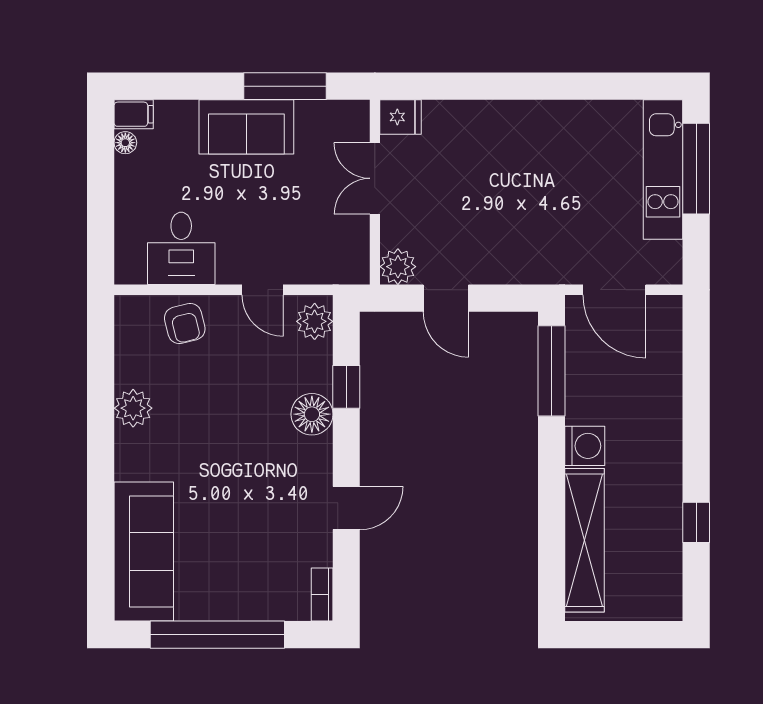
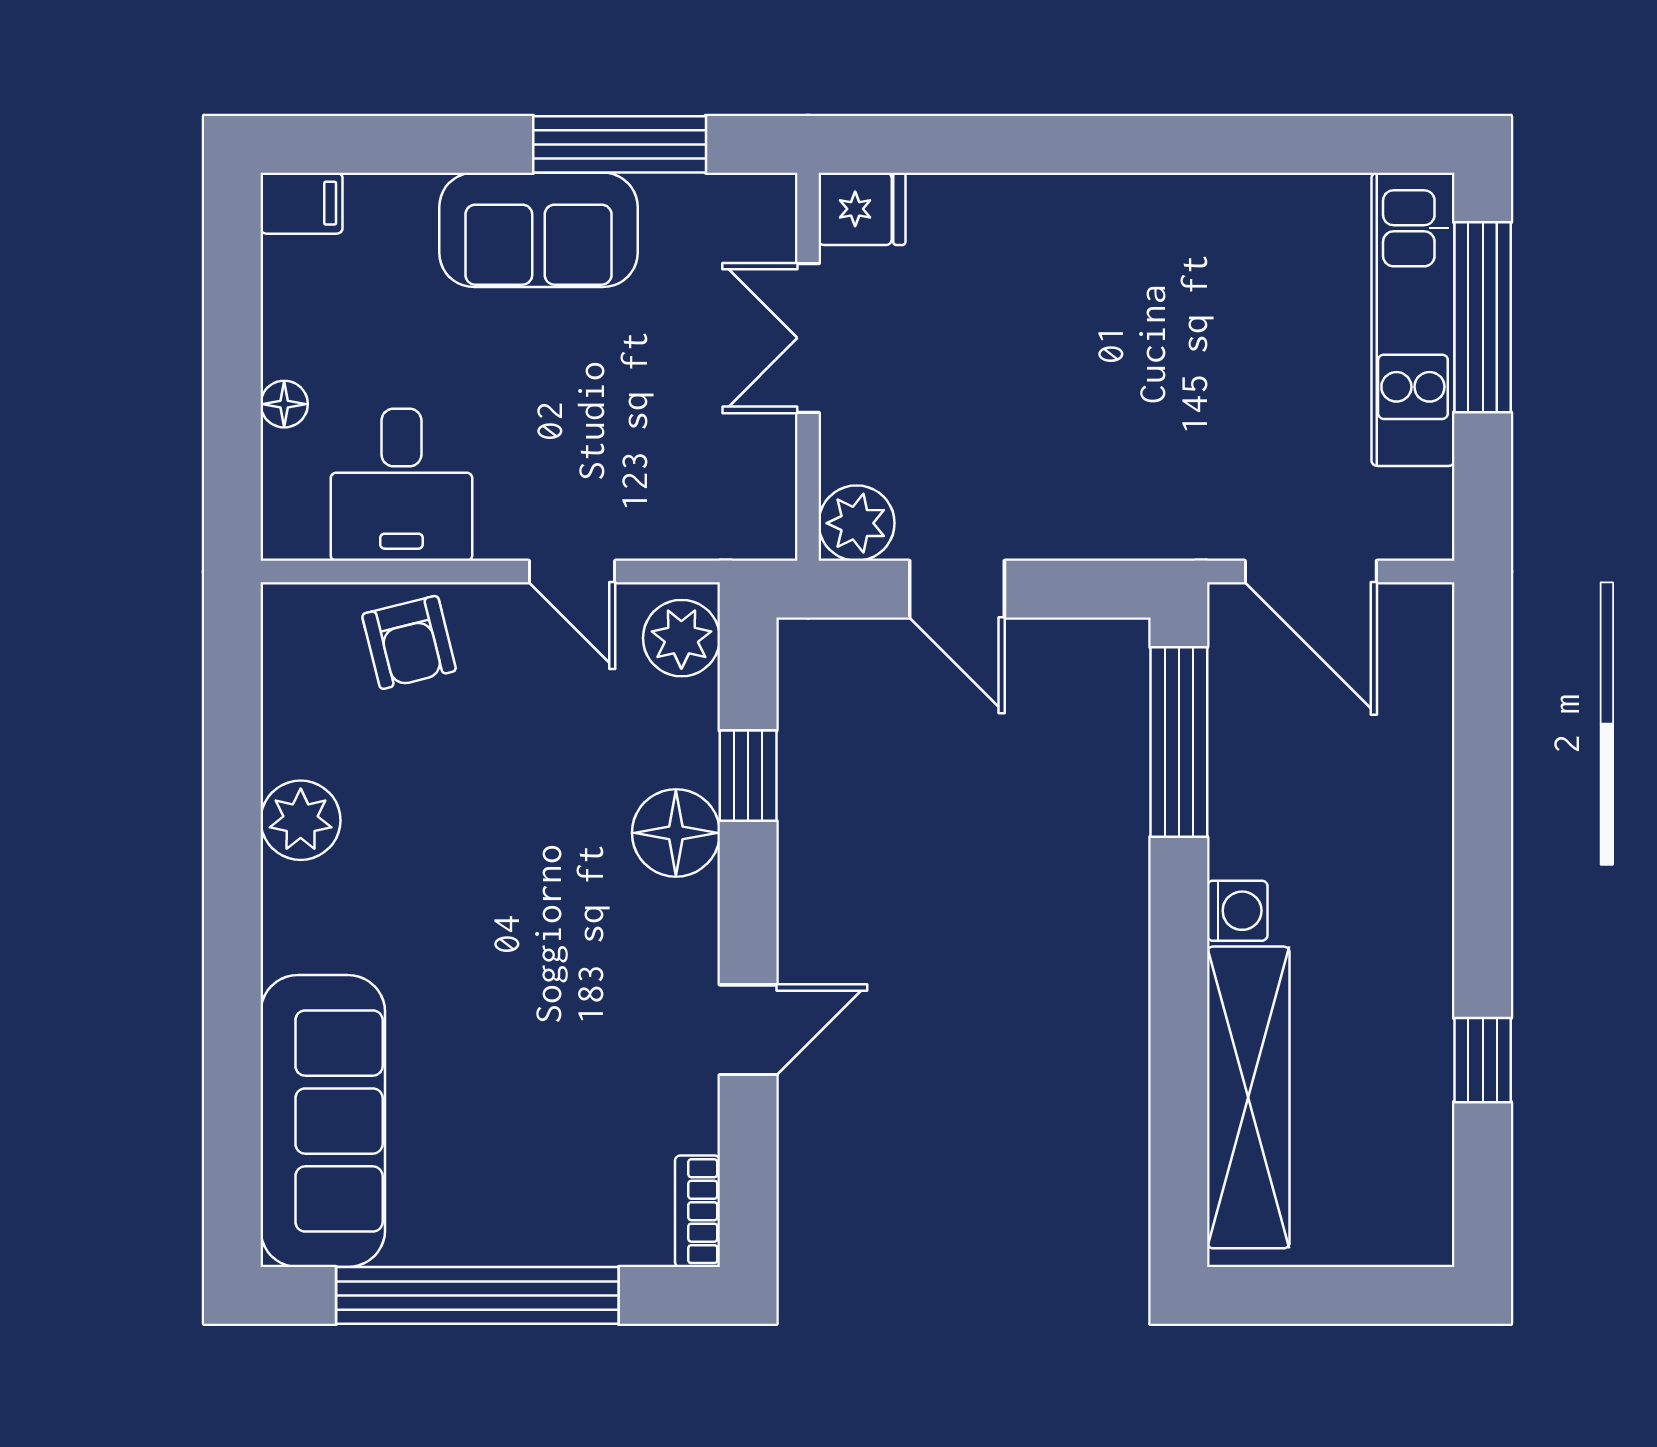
floor lamp: (125, 143) -> (284, 404), moved
washing machine: (585, 446) -> (1237, 911), width x0.73, depth x0.73

